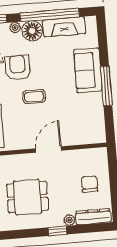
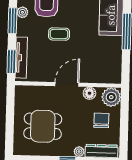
floor lamp: (74, 156) -> (89, 93), added
plant: (97, 158) -> (111, 97), added

